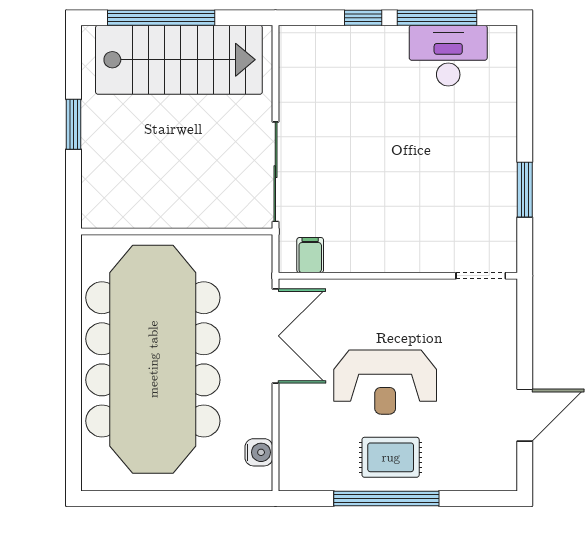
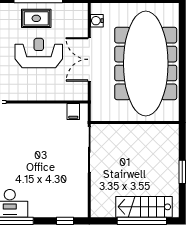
window: (363, 18) -> (65, 221), moved
stairs: (179, 60) -> (144, 207), width x0.73, depth x0.66
double door: (275, 336) -> (89, 59), moved

